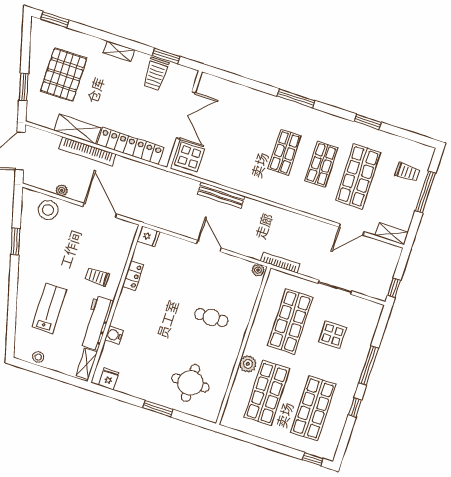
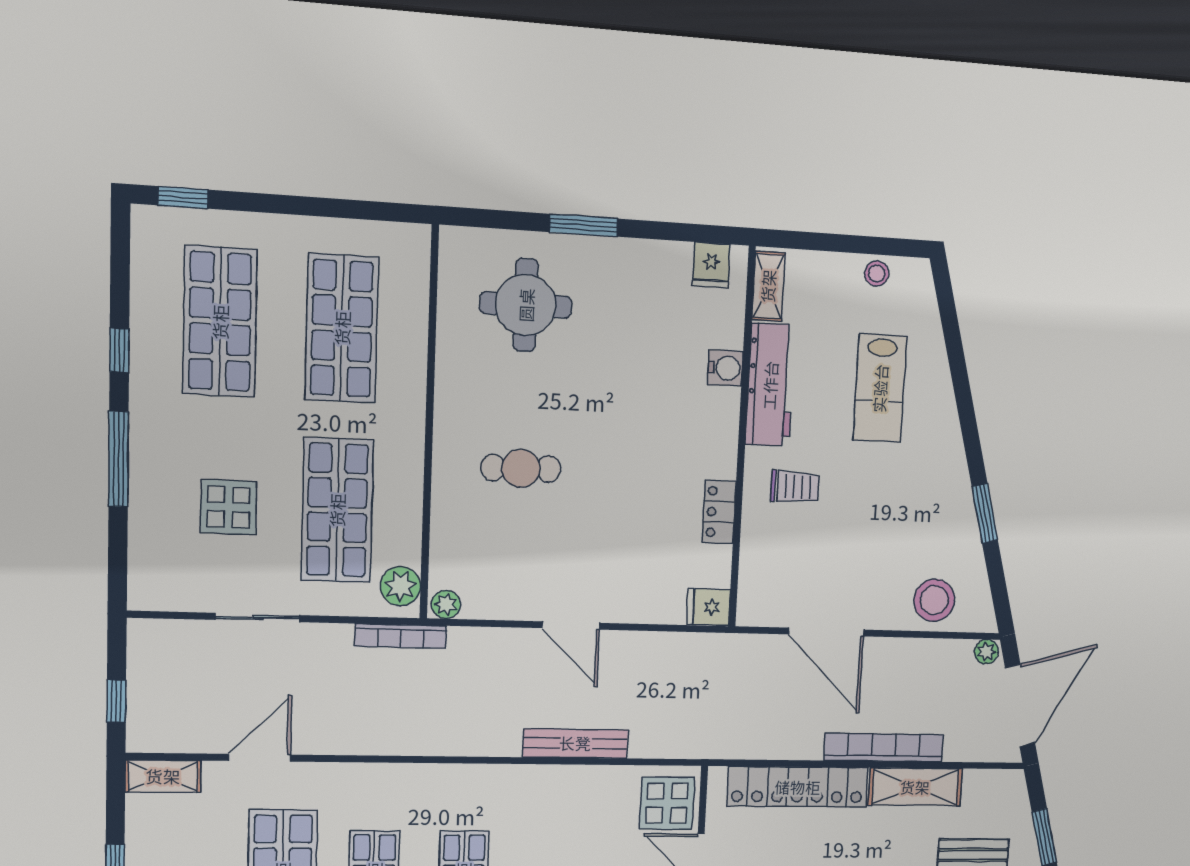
plant: (62, 190) -> (987, 652), moved
window: (394, 288) -> (116, 701), moved
plant: (248, 364) -> (401, 586), moved

